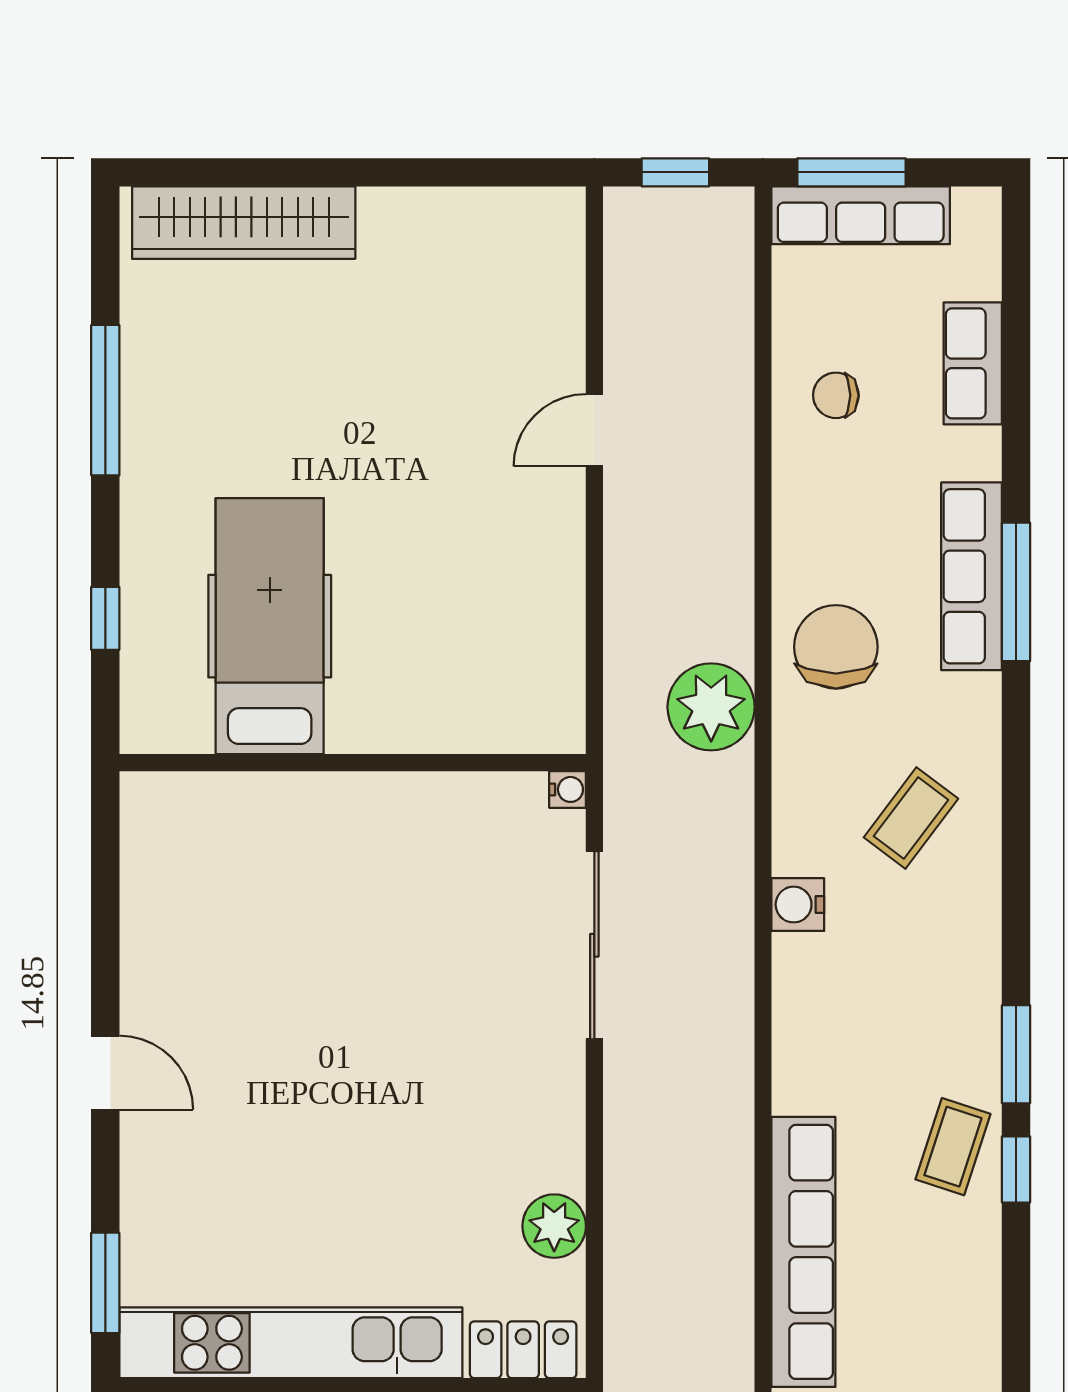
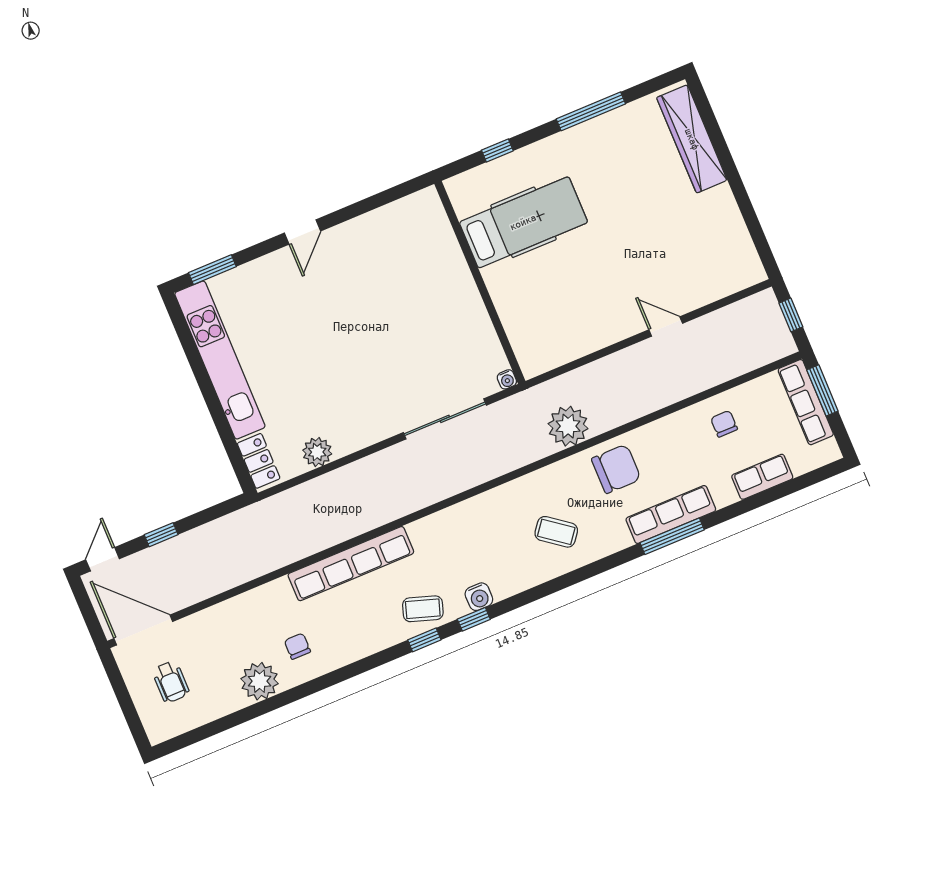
water cooler: (798, 905) -> (479, 597), moved, turned 180
window: (1016, 1054) -> (474, 619), width x0.67

